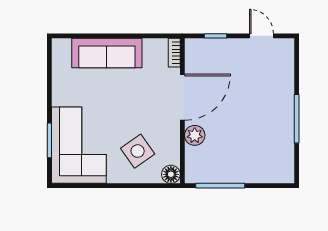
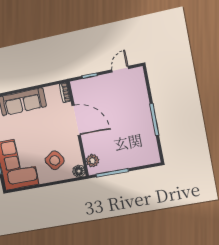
door: (261, 36) -> (120, 69), hinge flipped
door: (182, 97) -> (76, 120), hinge flipped
plant: (195, 135) -> (93, 161), moved

